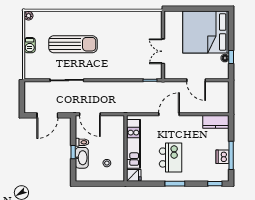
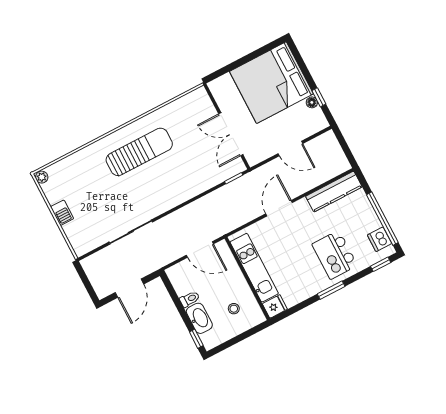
sun lounger: (73, 44) -> (139, 152), moved
double door: (163, 51) -> (231, 134), width x1.37
door: (90, 114) -> (200, 250), moved
kitchen counter: (216, 122) -> (334, 192), width x1.50
window: (73, 152) -> (196, 339), moved
window: (231, 155) -> (382, 219), width x1.46
dishwasher: (223, 157) -> (380, 239), moved
kitchen island: (171, 158) -> (335, 255), moved, turned 180

